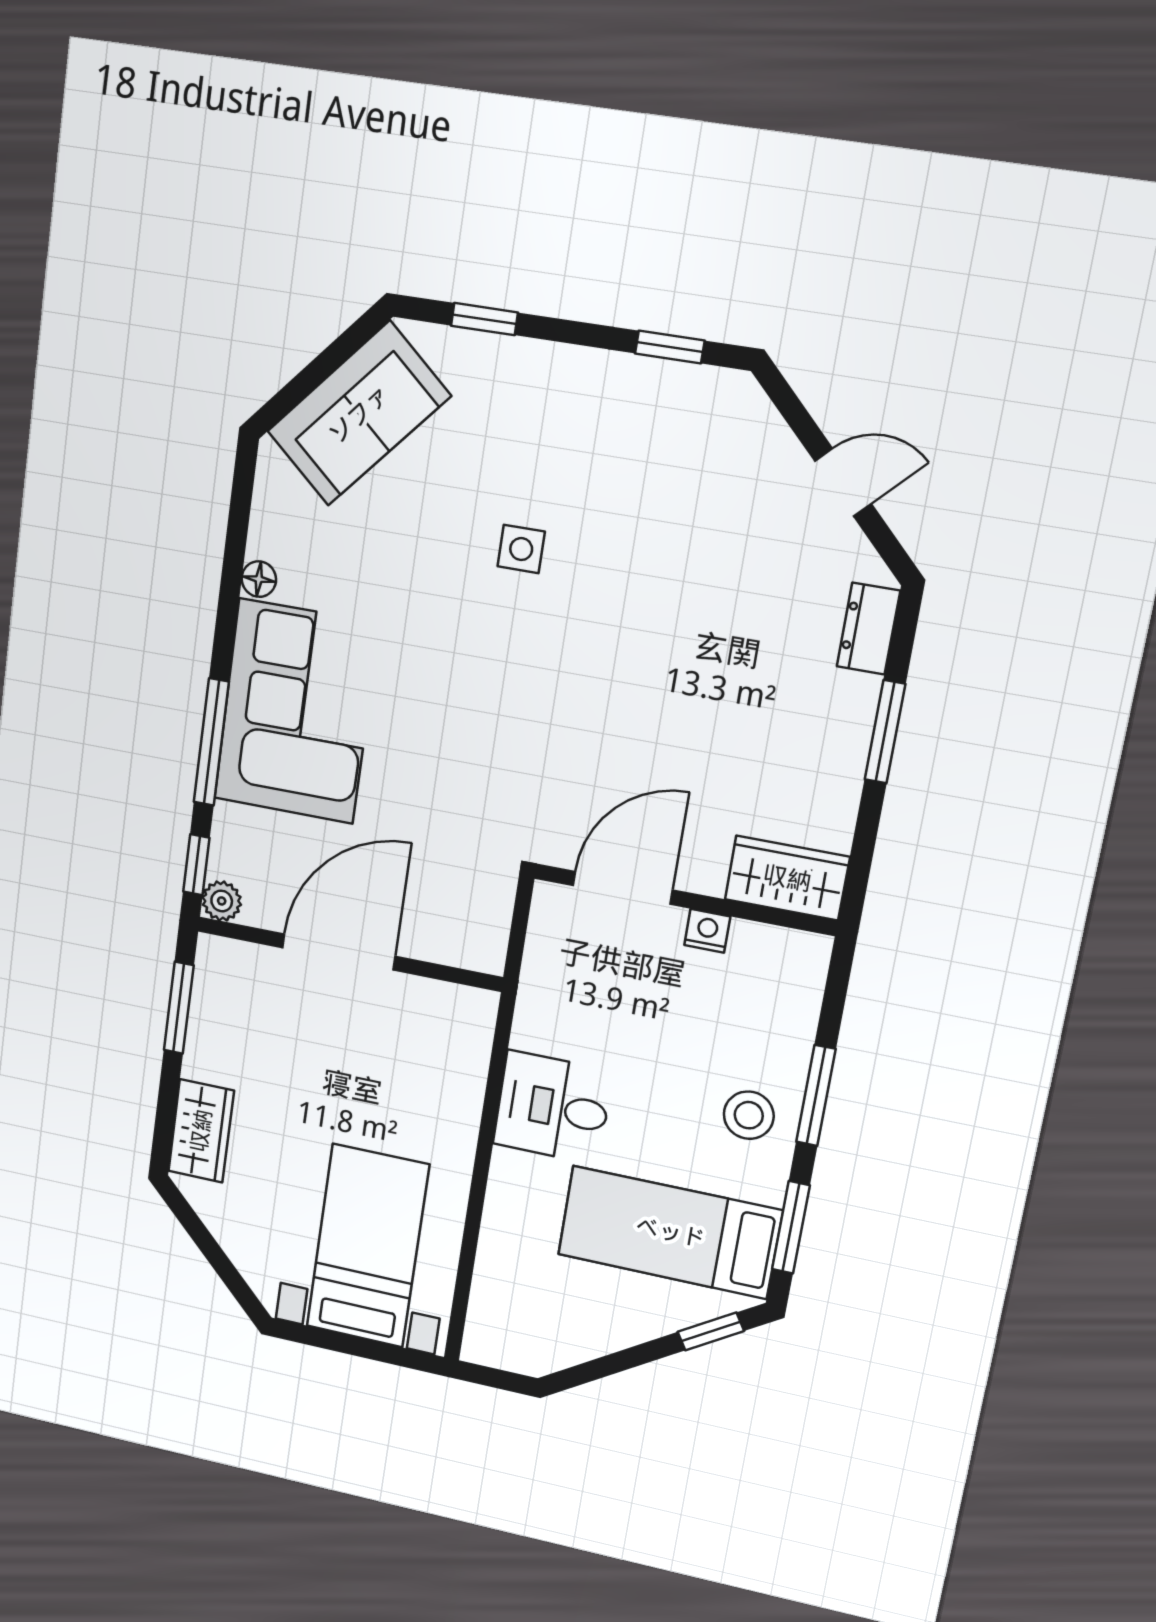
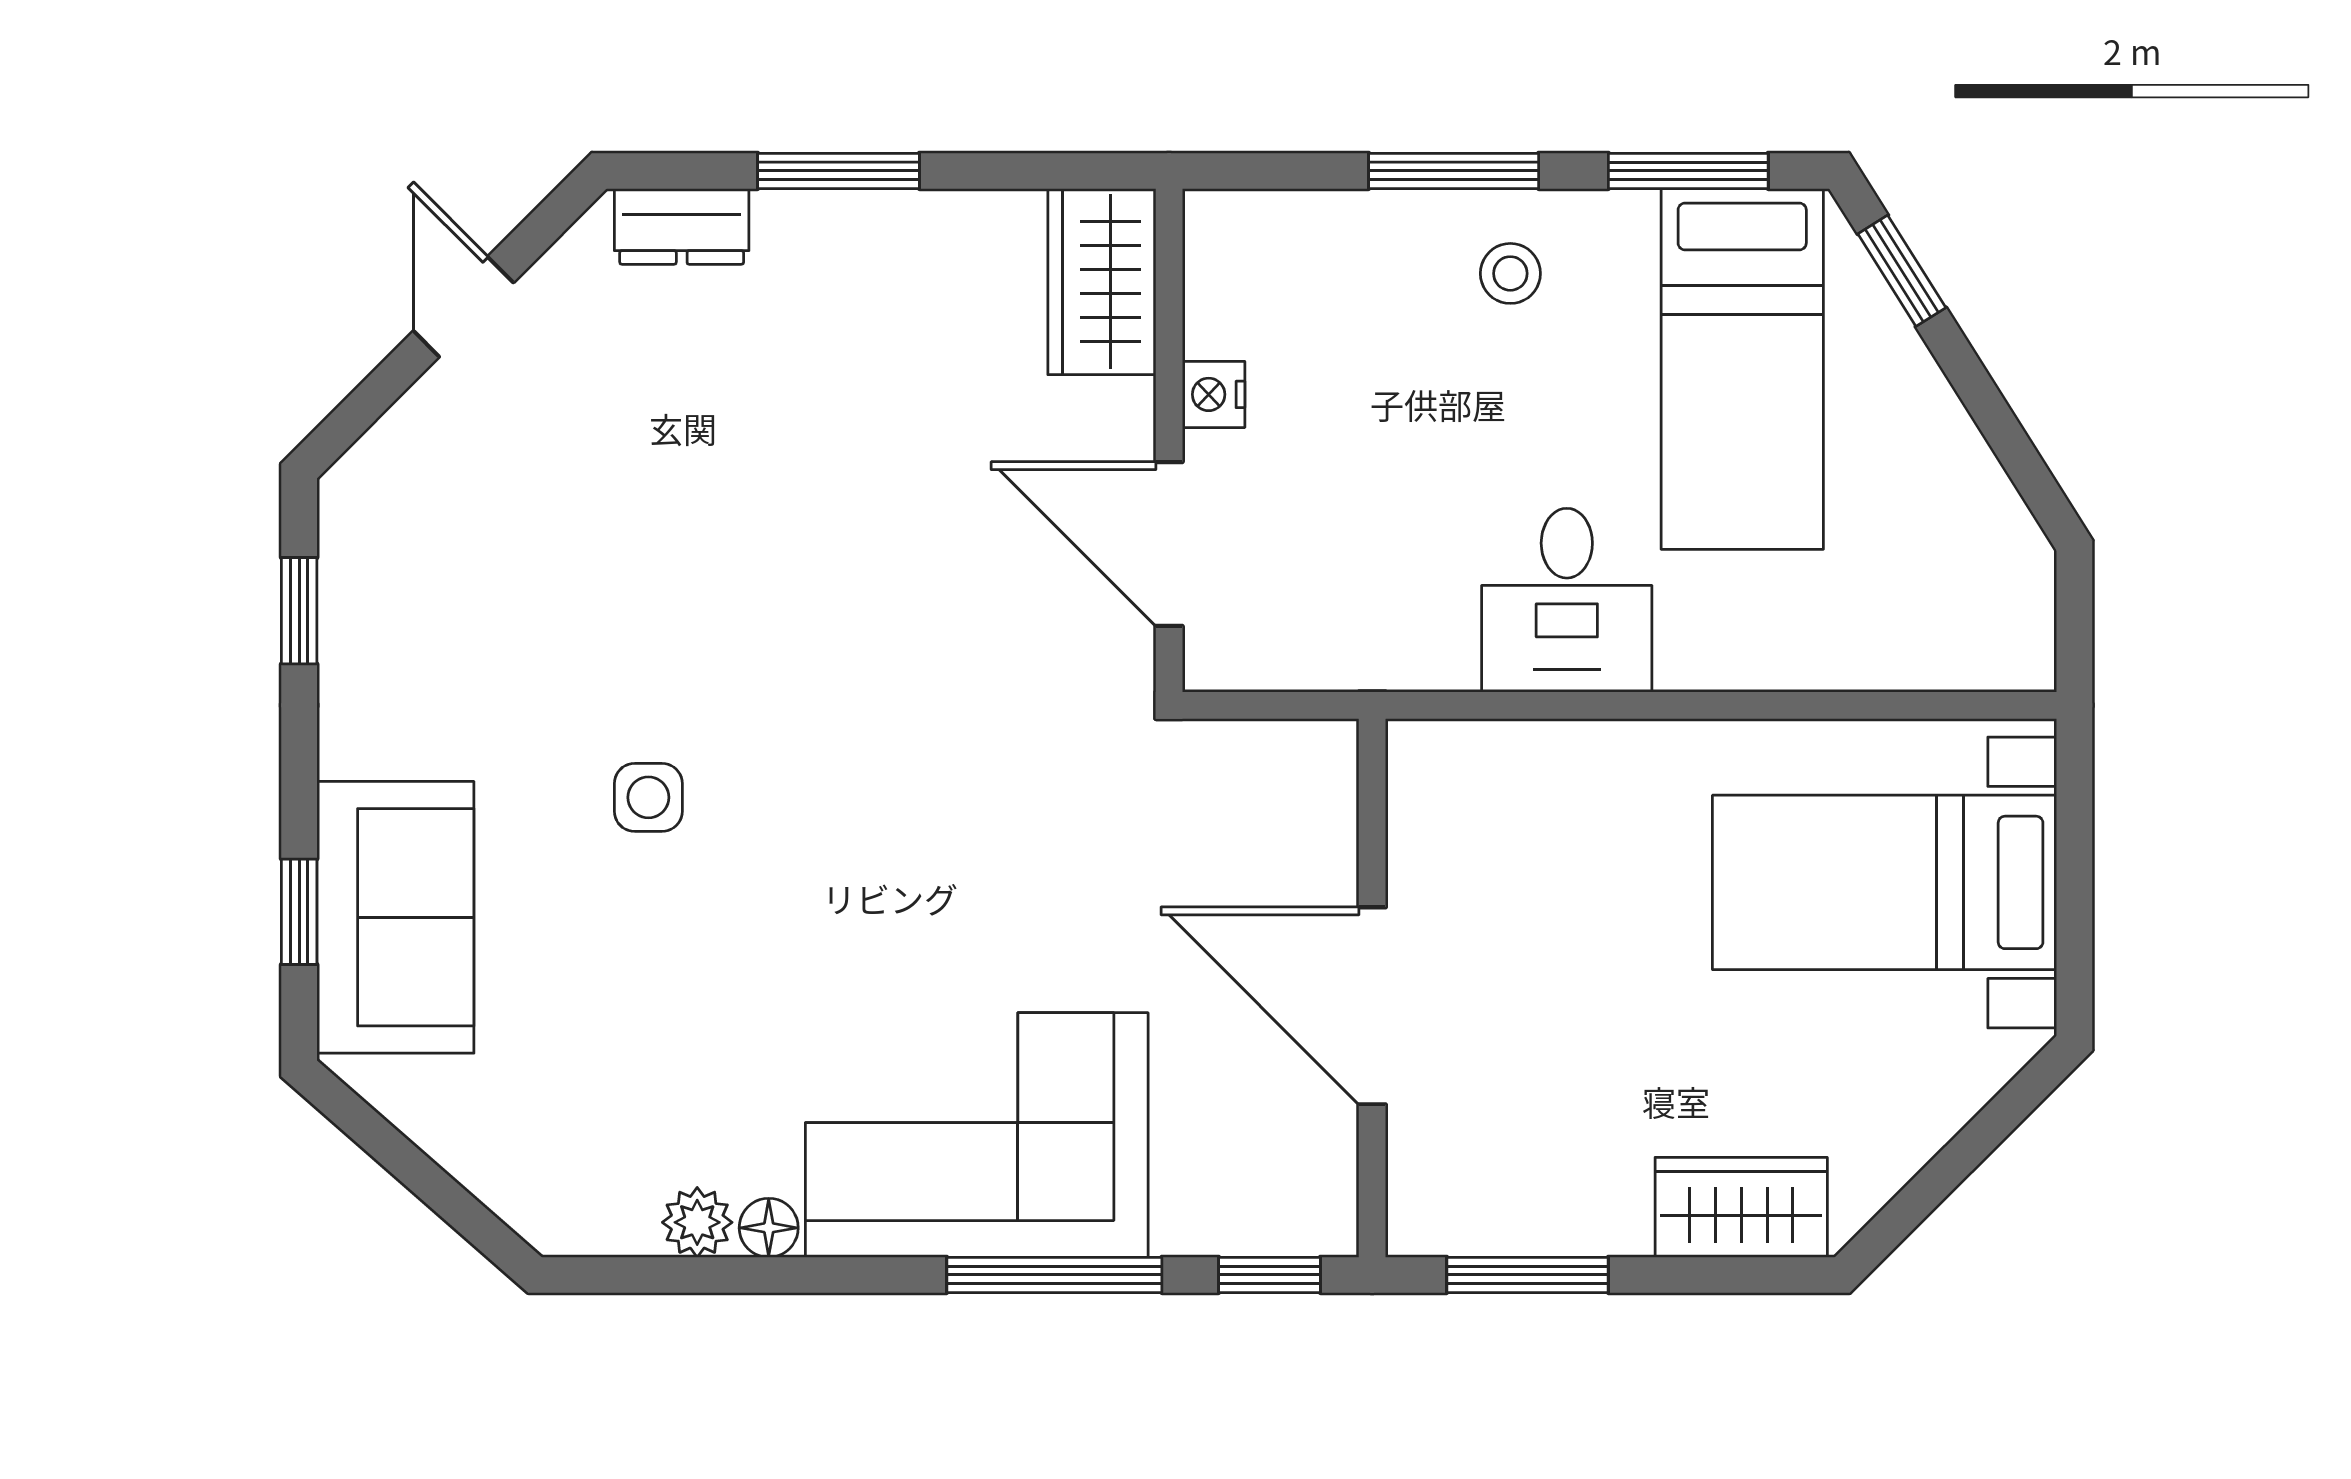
sofa: (359, 414) -> (395, 917), moved, turned 49
plant: (222, 901) -> (697, 1222), moved
stool: (749, 1115) -> (1510, 273), width x0.73, depth x0.73

